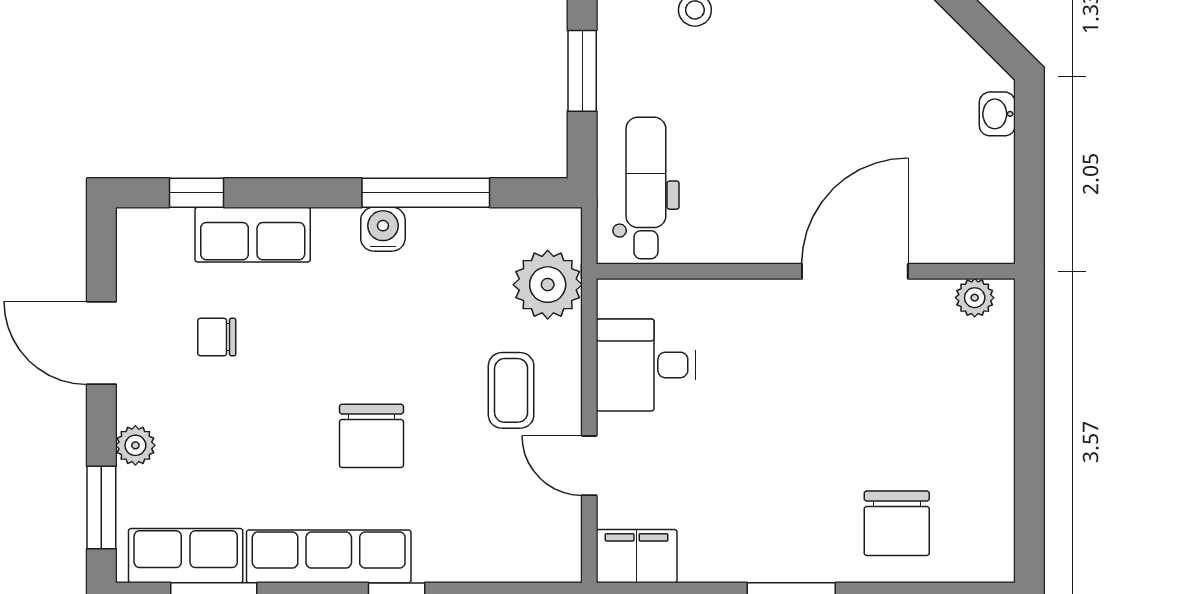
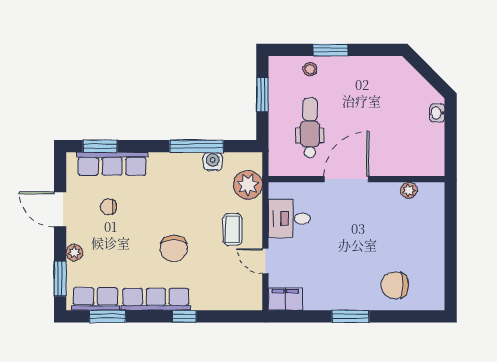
dental chair: (646, 188) -> (310, 128), moved
window: (197, 193) -> (100, 146), width x1.50
water cooler: (383, 229) -> (213, 161), moved
row of seats: (253, 235) -> (112, 164), width x1.48
door: (855, 271) -> (346, 179), moved
plant: (975, 298) -> (409, 190), moved
chair: (897, 523) -> (395, 285), turned 90

